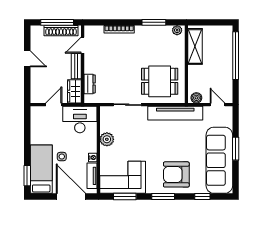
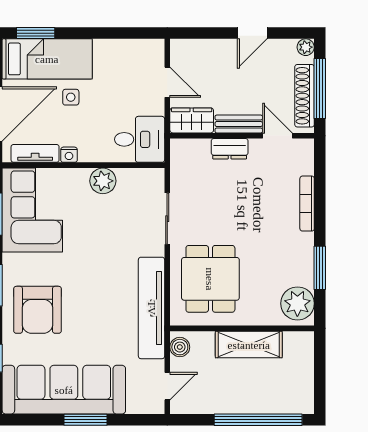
plant: (35, 30) -> (306, 47), added
plant: (177, 30) -> (297, 303), width x1.88, depth x1.88
shelving: (195, 46) -> (249, 345), moved
dresser: (90, 84) -> (230, 149), moved
desk: (80, 119) -> (140, 139), width x0.73
armchair: (176, 174) -> (37, 310), turned 180

